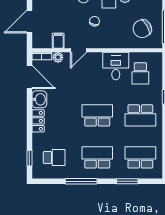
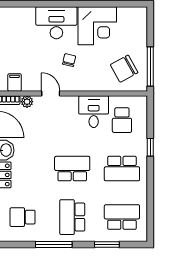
filing cabinet: (58, 41) -> (15, 82), moved
door: (78, 50) -> (51, 93), swing flipped
school desk: (54, 157) -> (23, 217), turned 180
school desk: (97, 157) -> (72, 217), turned -90

